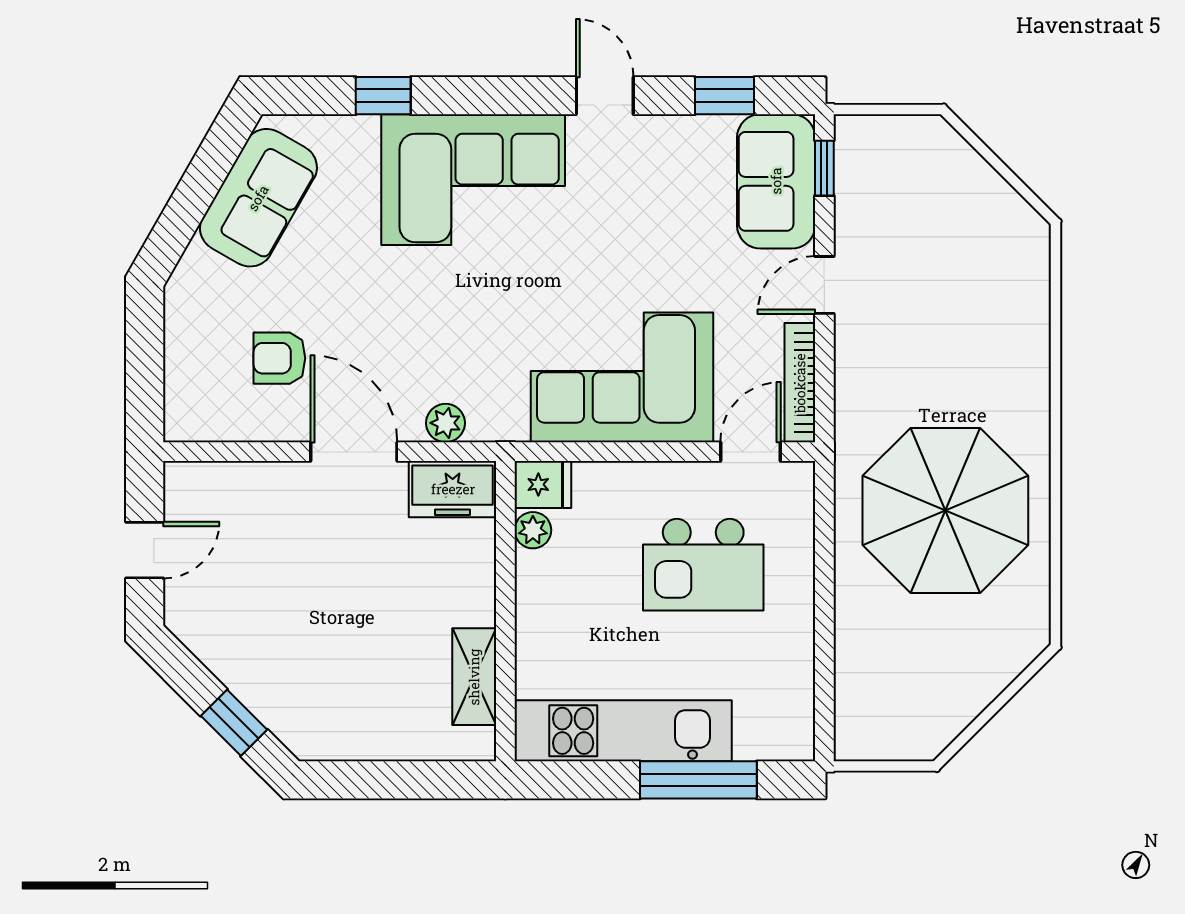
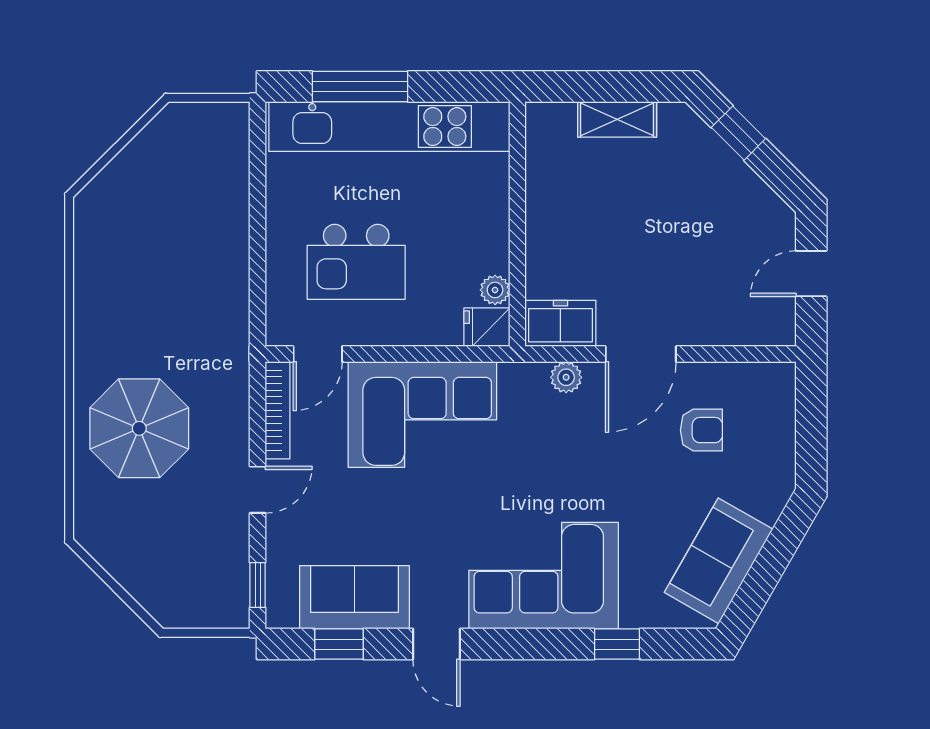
sofa: (776, 181) -> (354, 597), moved, turned -90
door: (354, 452) -> (641, 354), hinge flipped
parasol: (945, 510) -> (139, 428), moved, width x0.73, depth x0.73
kitchen island: (703, 565) -> (356, 262), turned 180
shelving: (474, 677) -> (617, 119), moved, turned 90
kitchen unit: (623, 731) -> (389, 127), width x1.36

